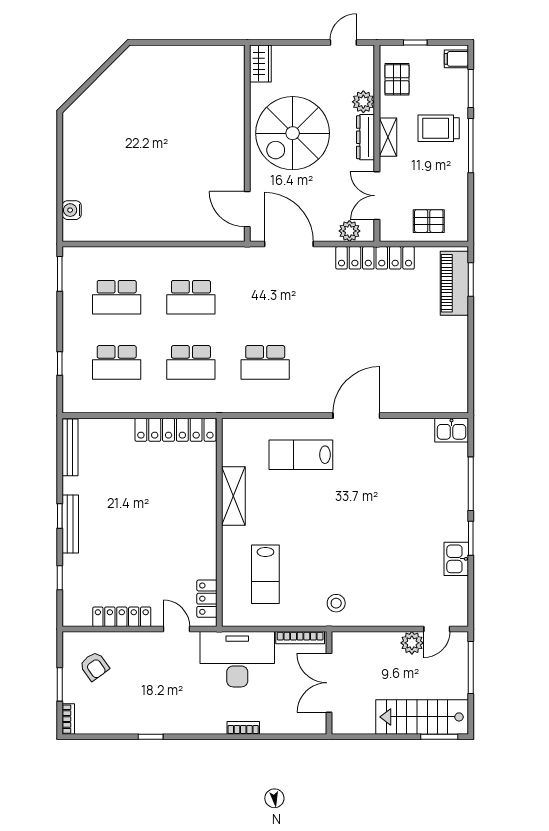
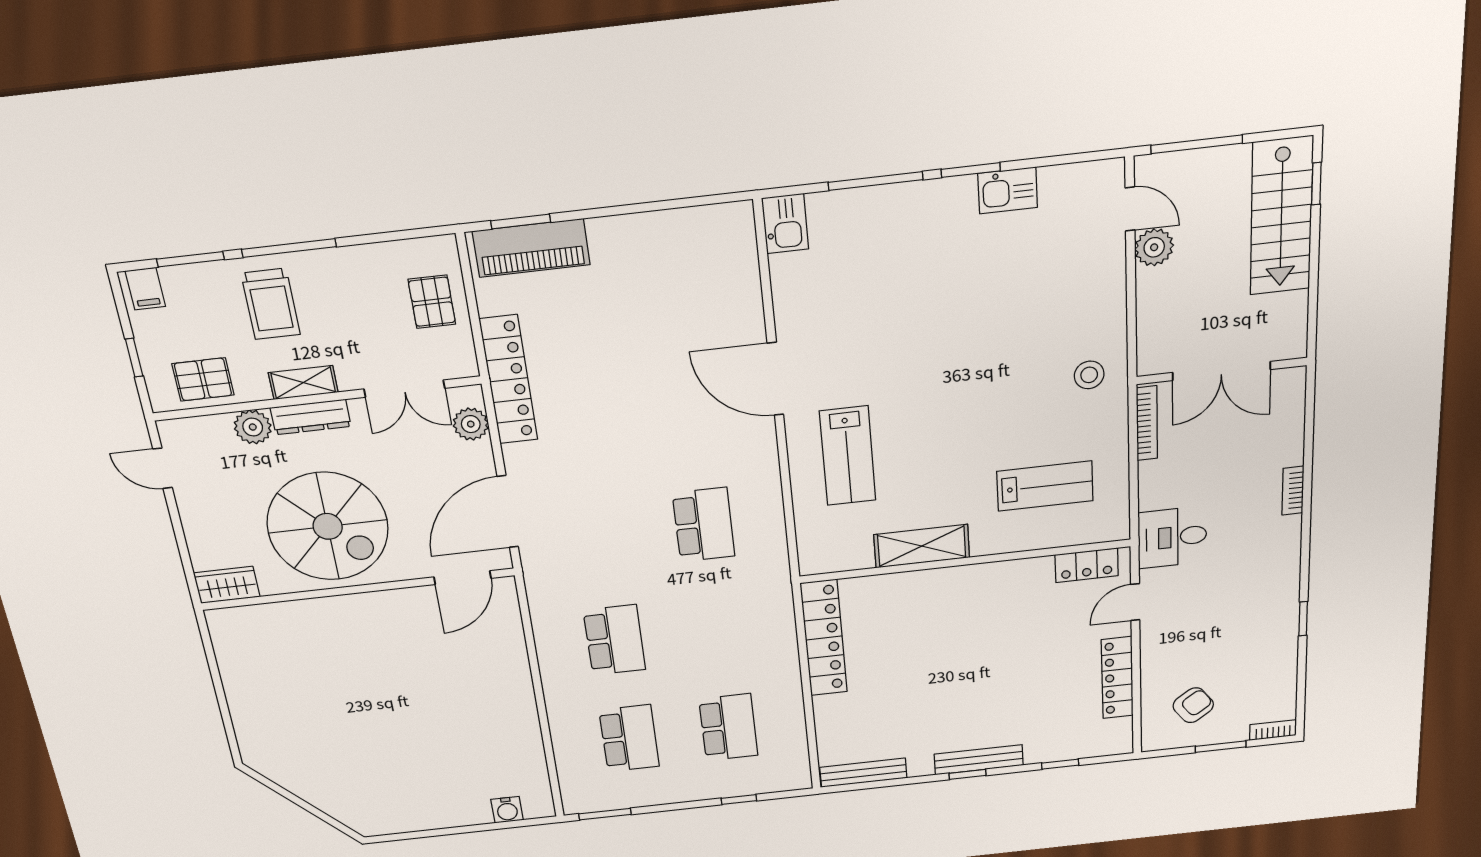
school desk: (191, 362) -> (716, 629), removed
desk: (237, 659) -> (1172, 537), width x0.53, depth x0.77
window: (439, 737) -> (1316, 184), width x0.67

